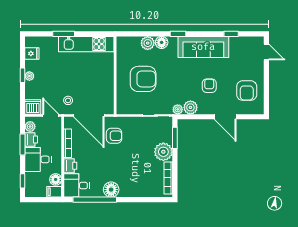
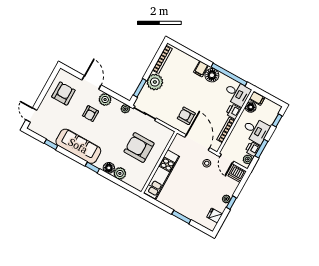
kitchen unit: (86, 44) -> (162, 174), moved, turned 90
plant: (190, 107) -> (105, 100), moved
filing cabinet: (125, 190) -> (201, 69), added

